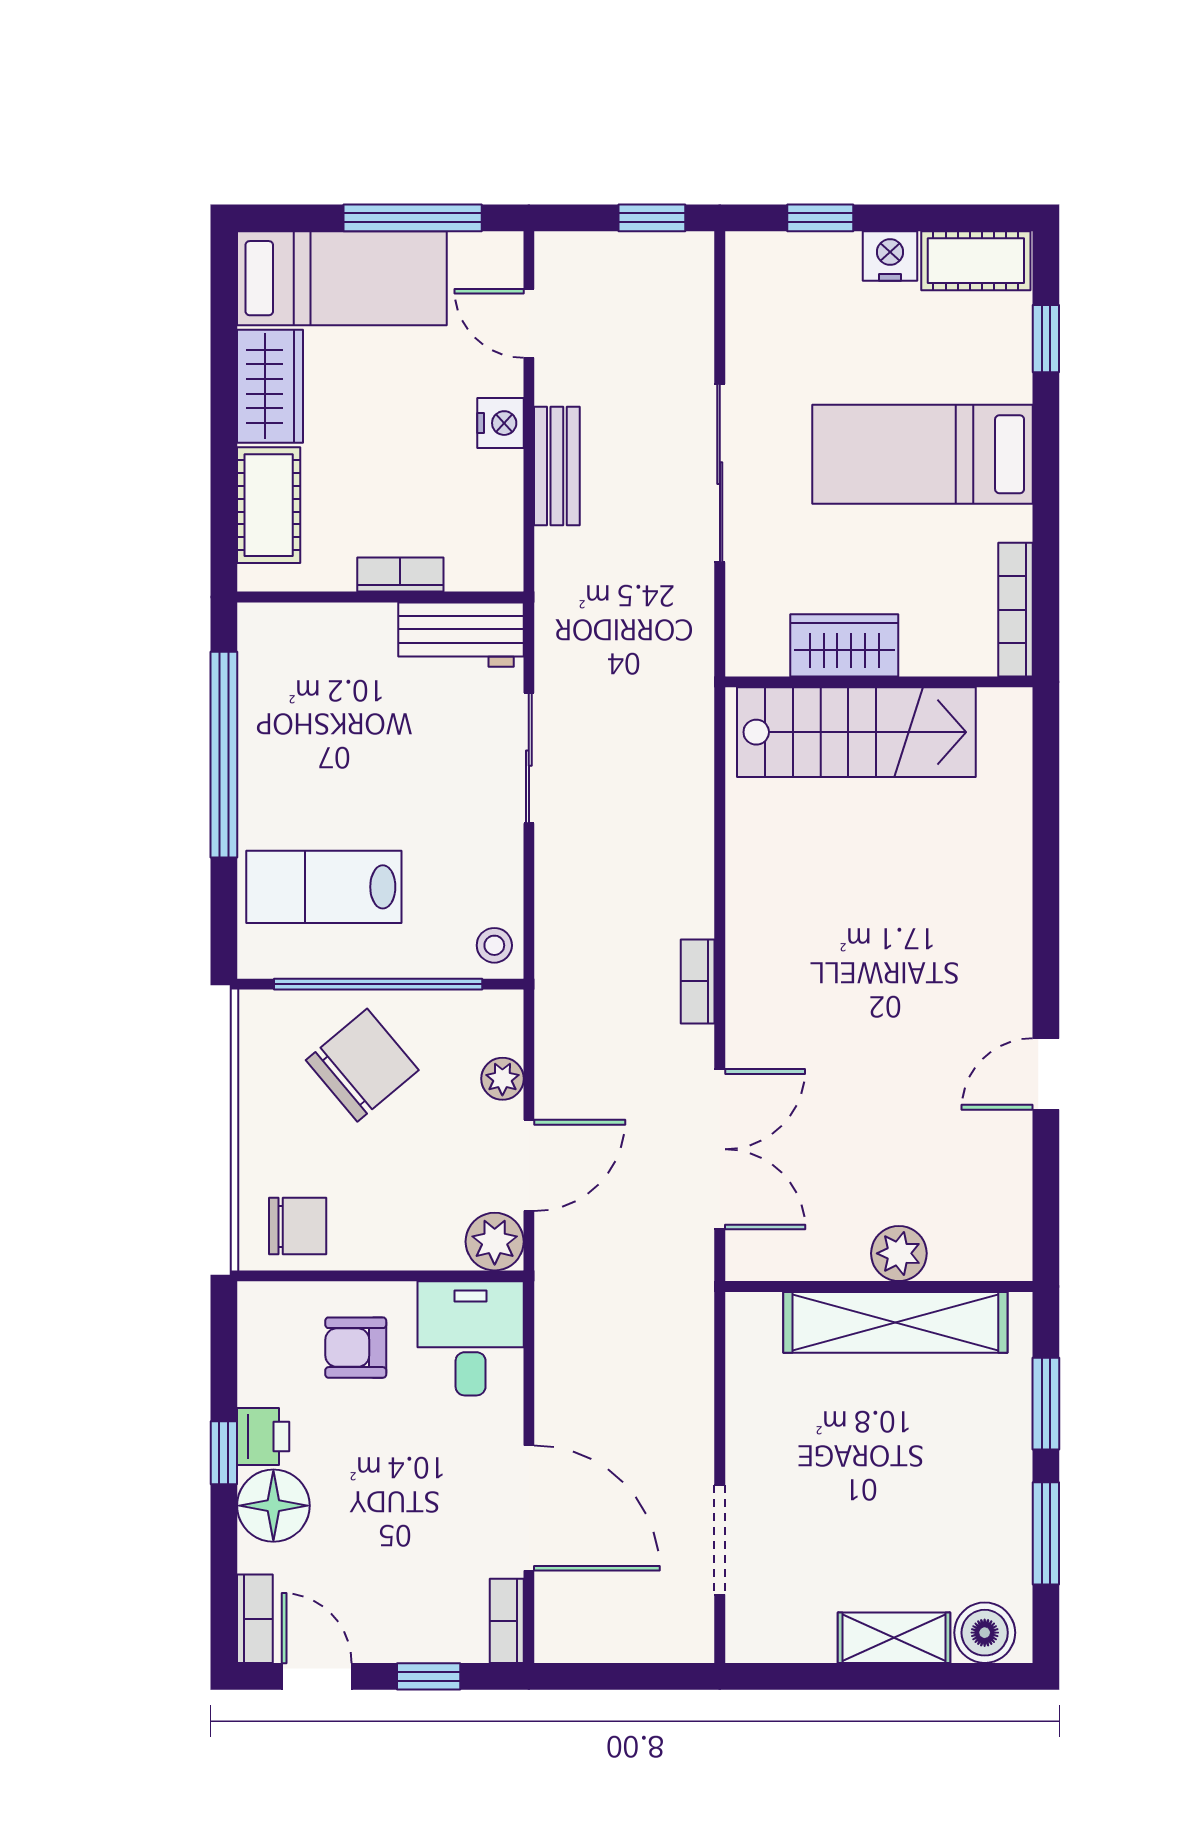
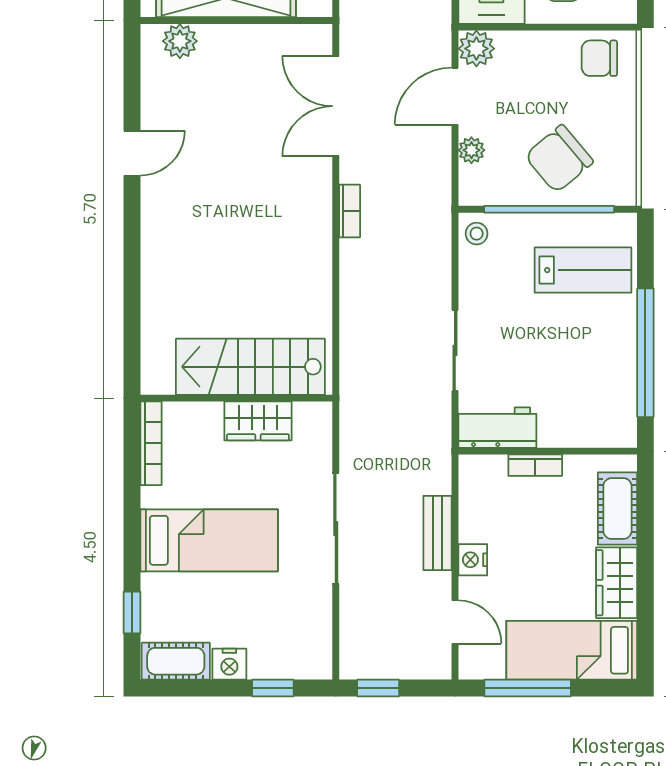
plant: (899, 1253) -> (180, 41), moved

